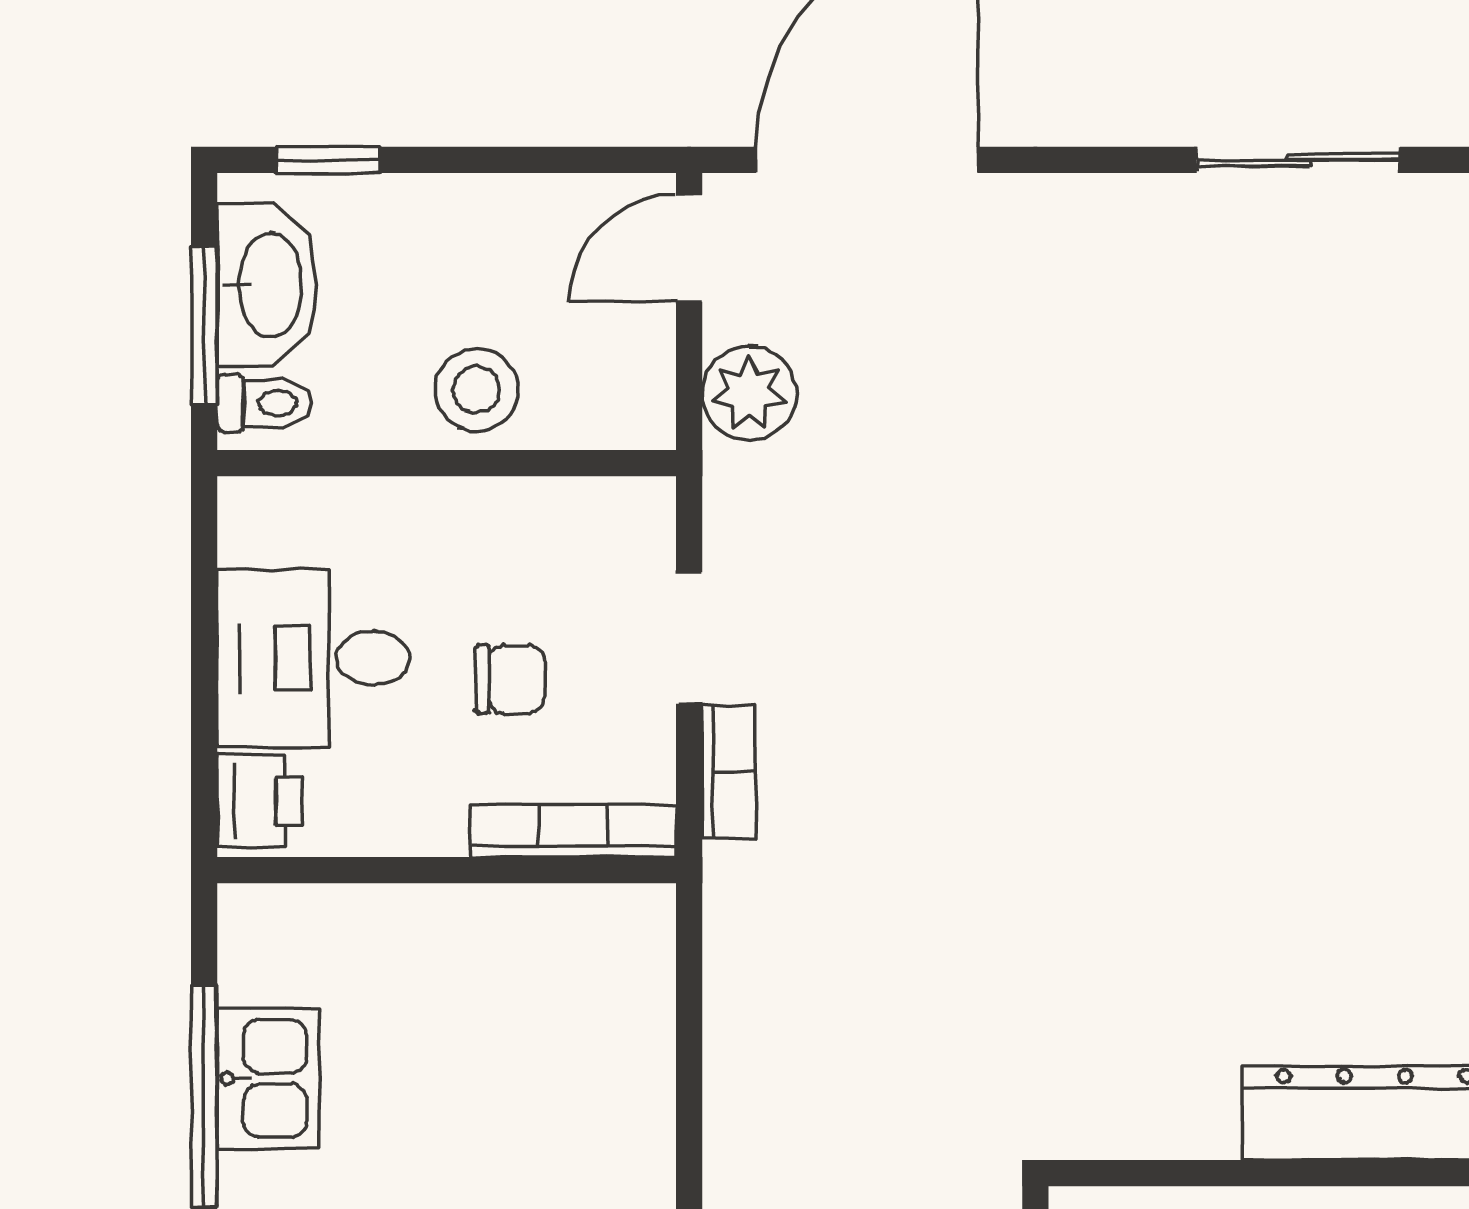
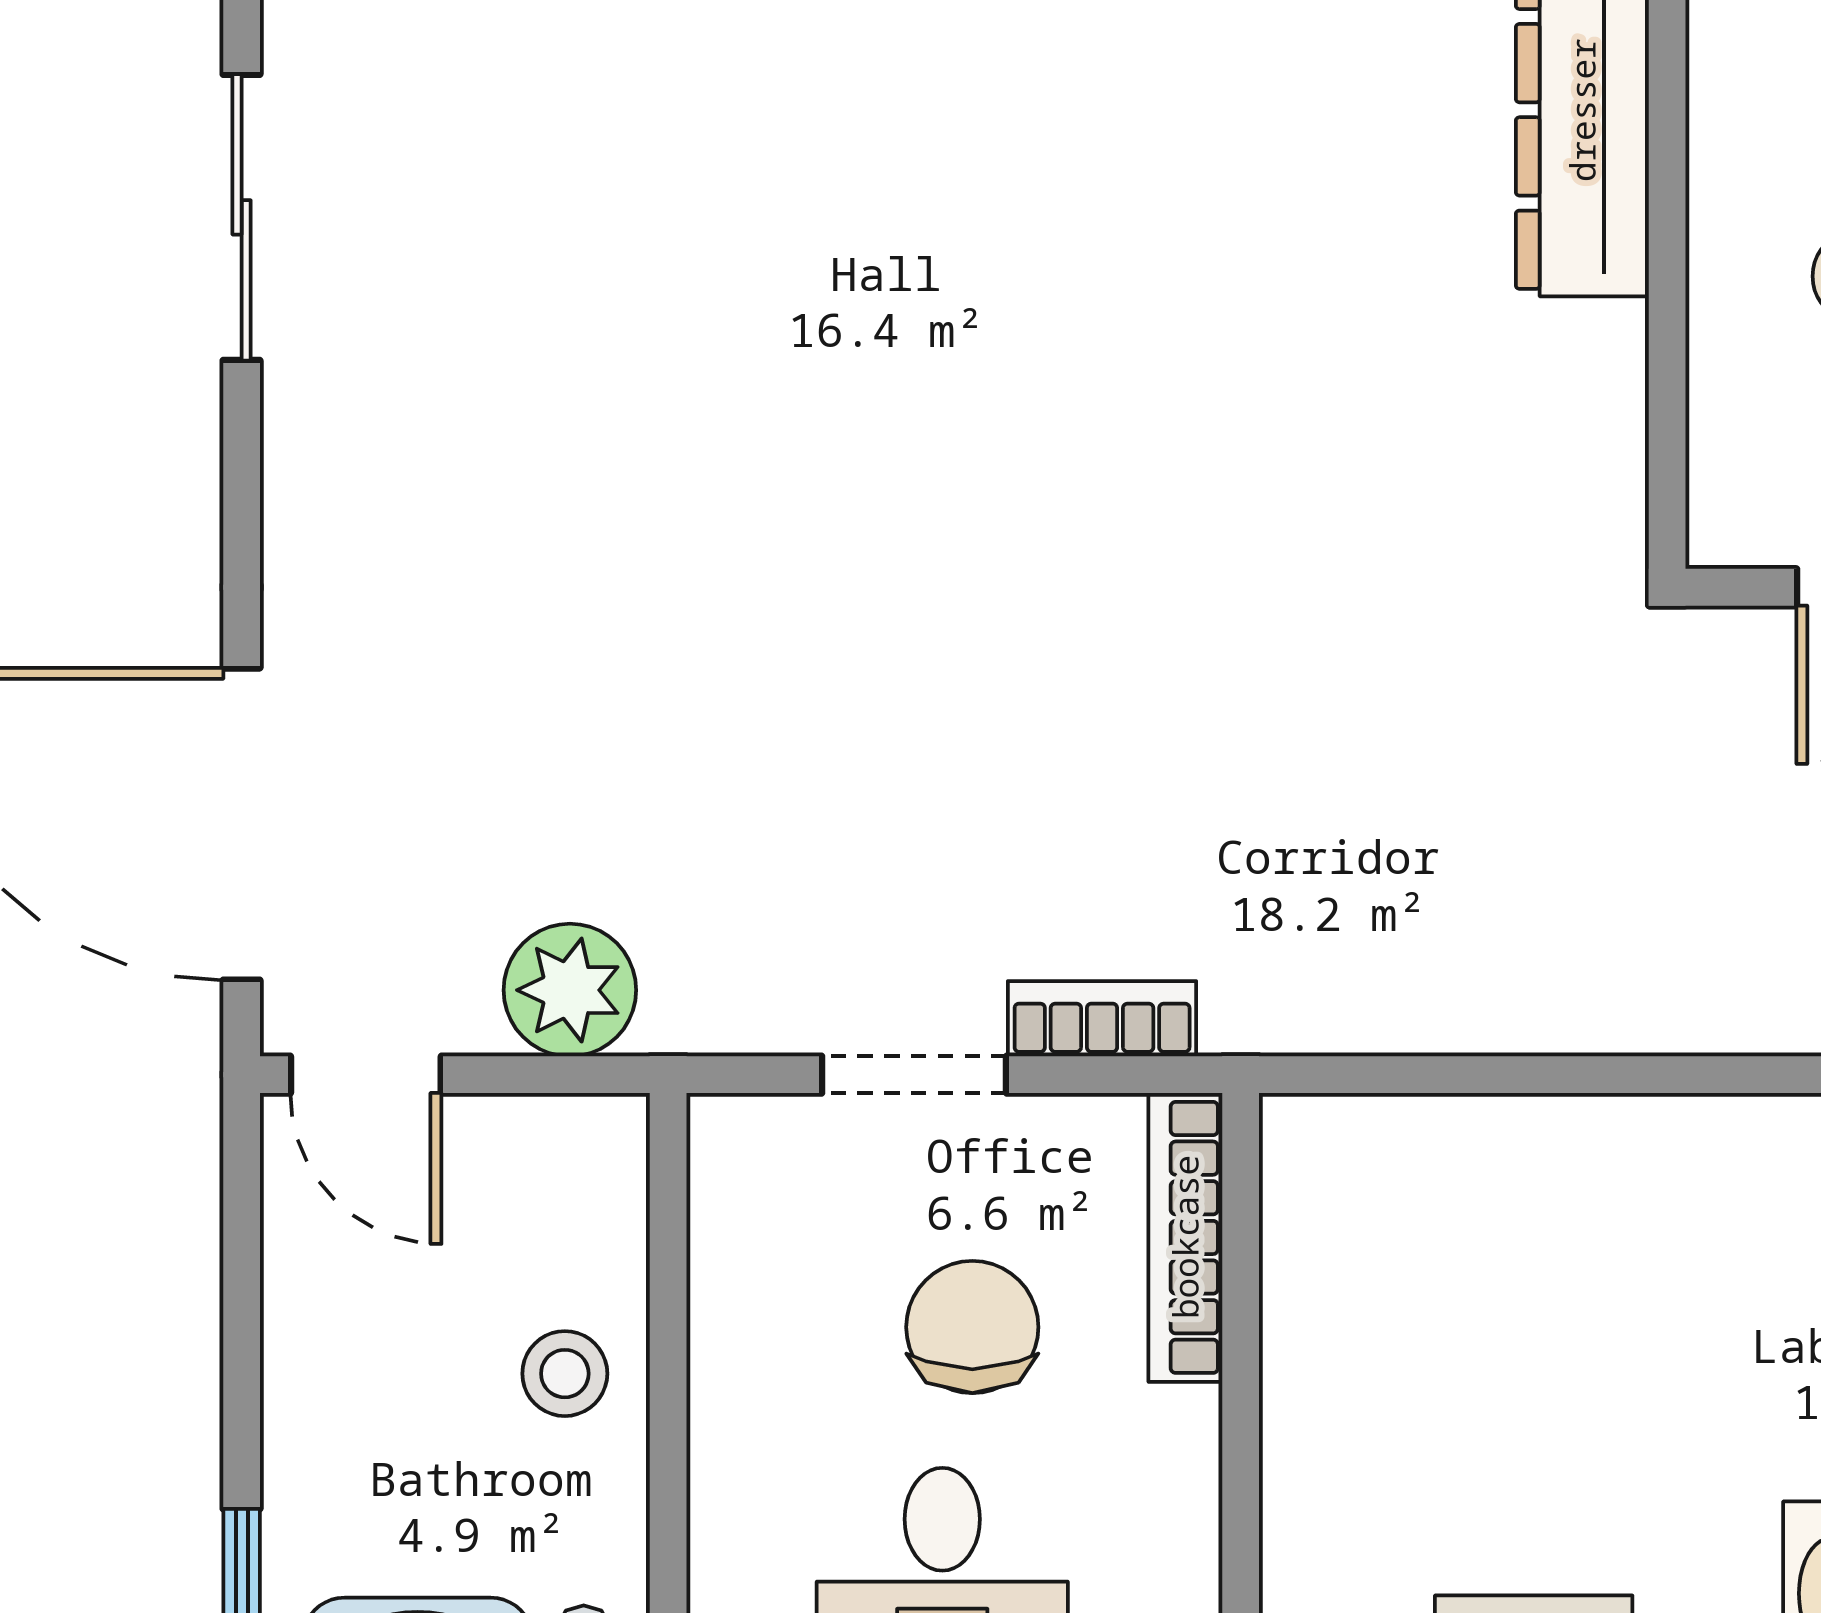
stool: (477, 390) -> (565, 1374), width x0.73, depth x0.73
chair: (510, 679) -> (972, 1327), width x1.37, depth x1.37

